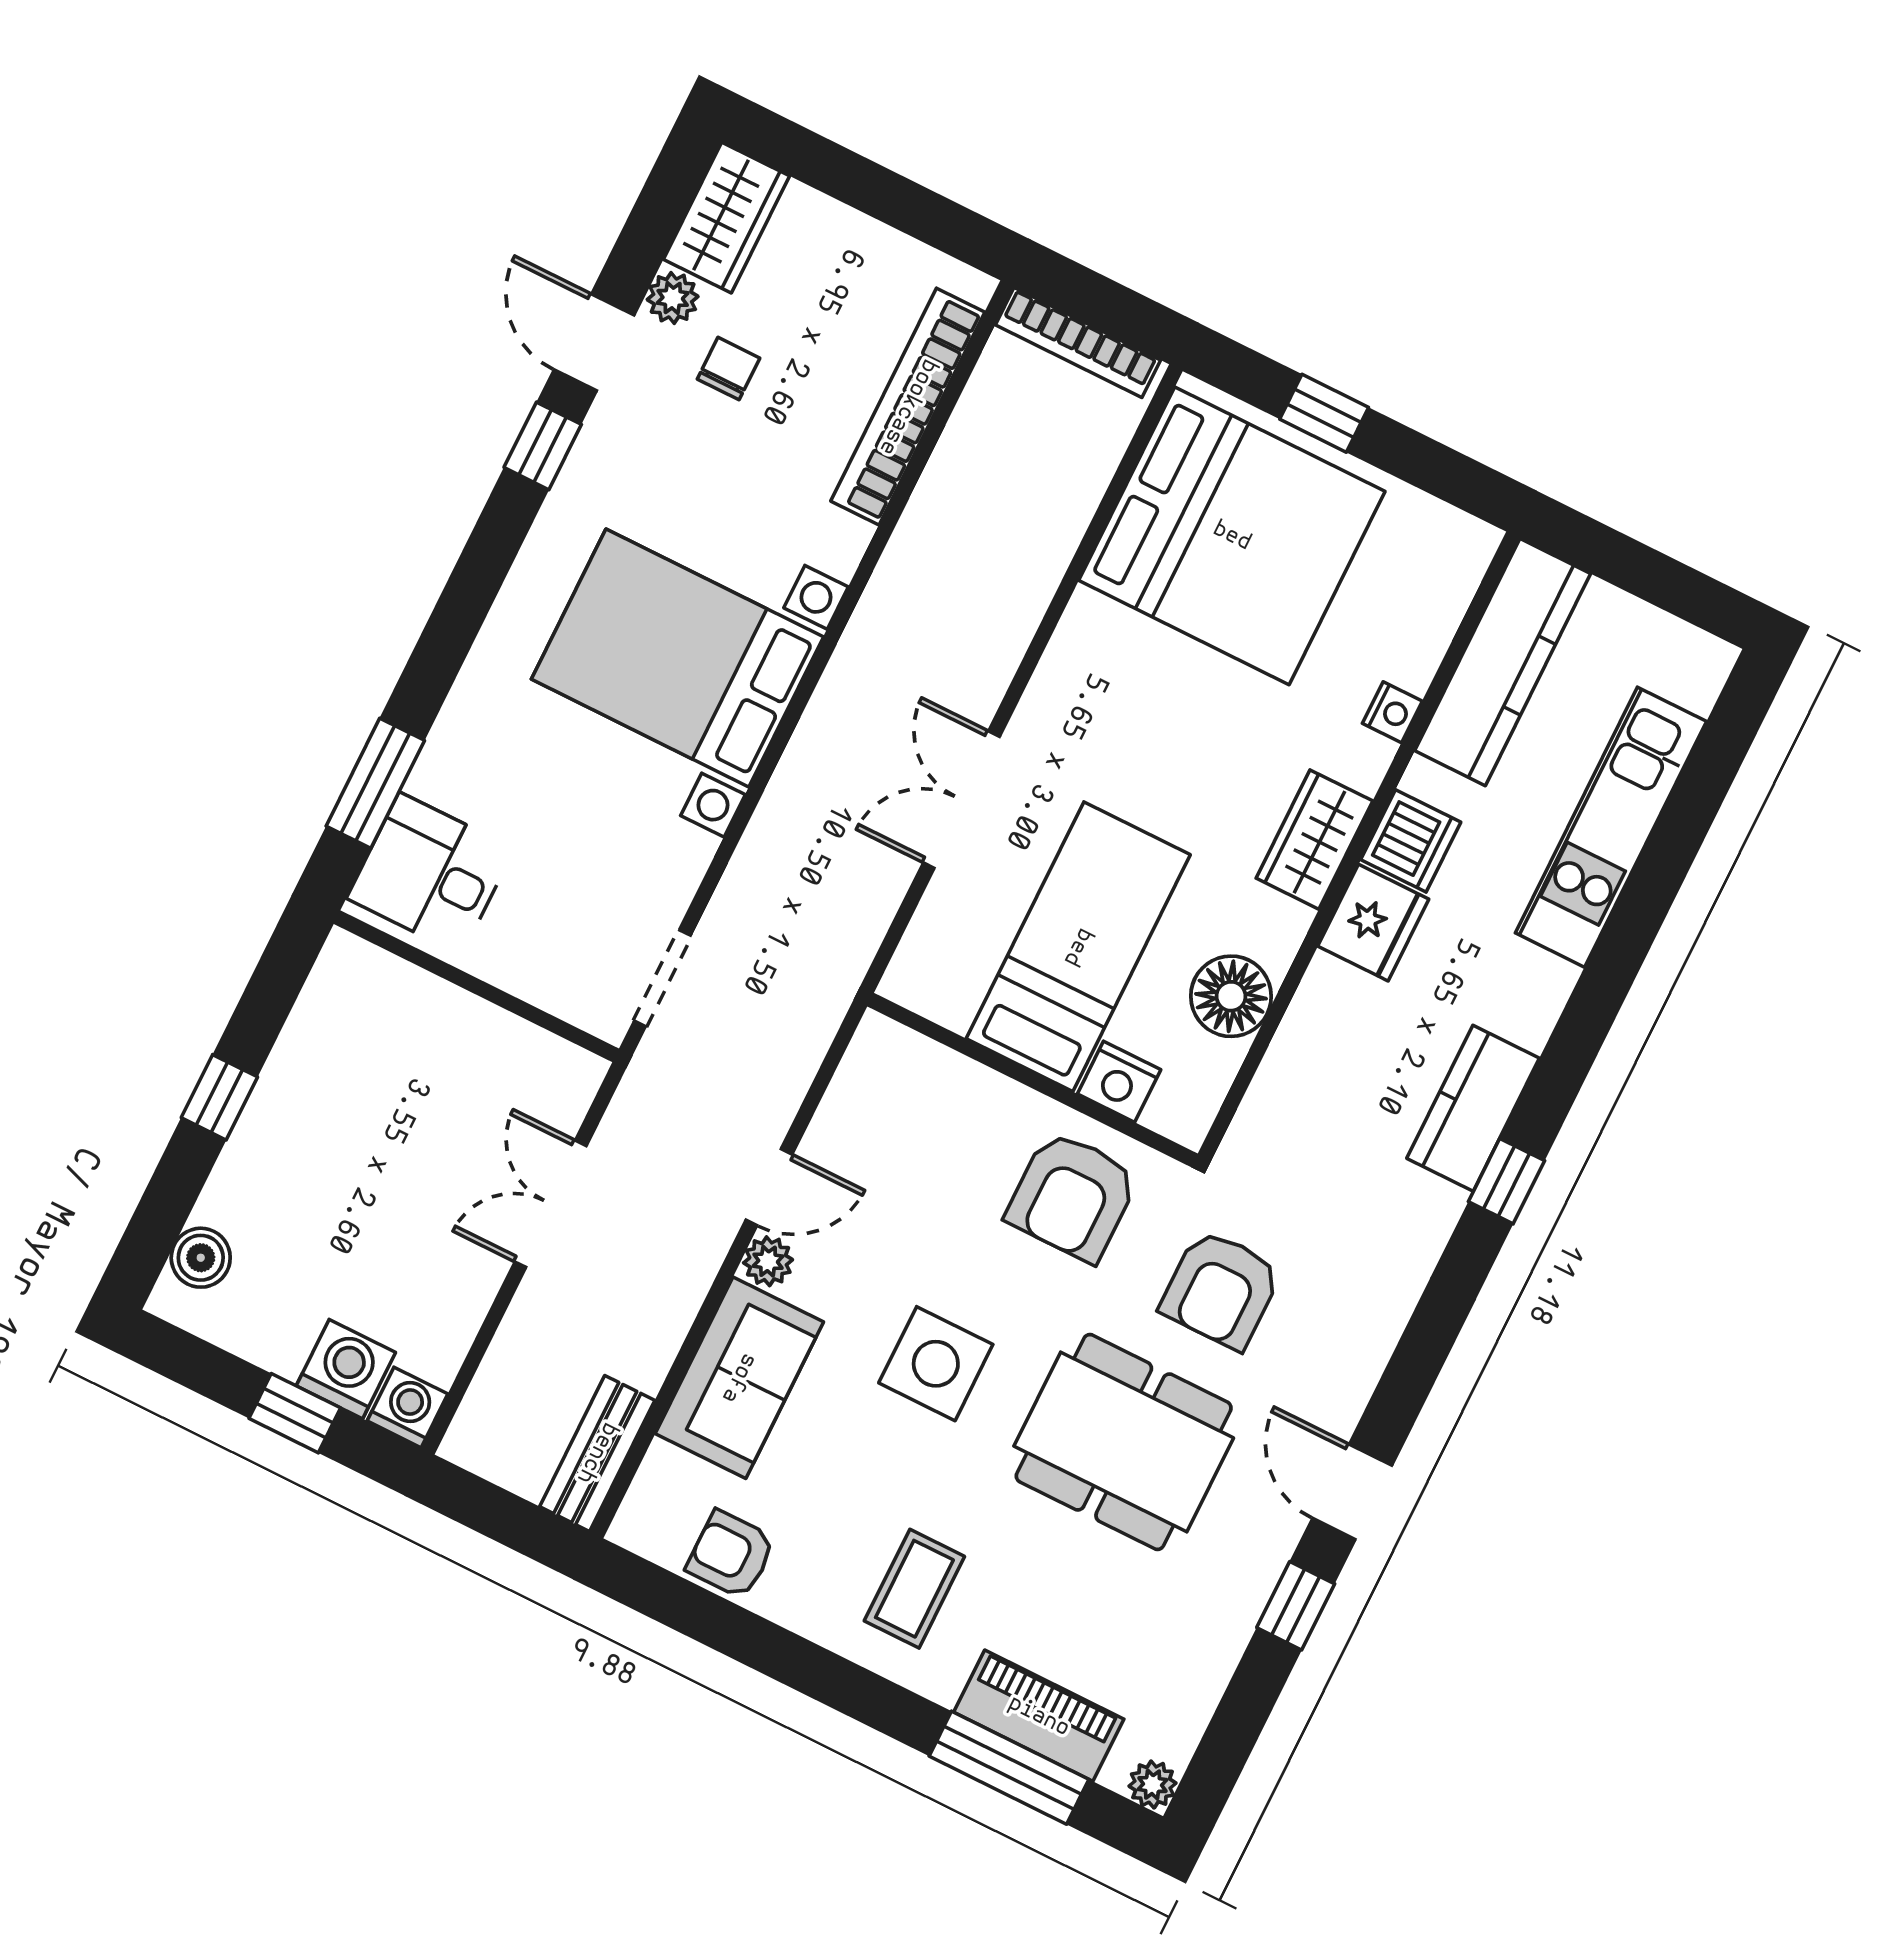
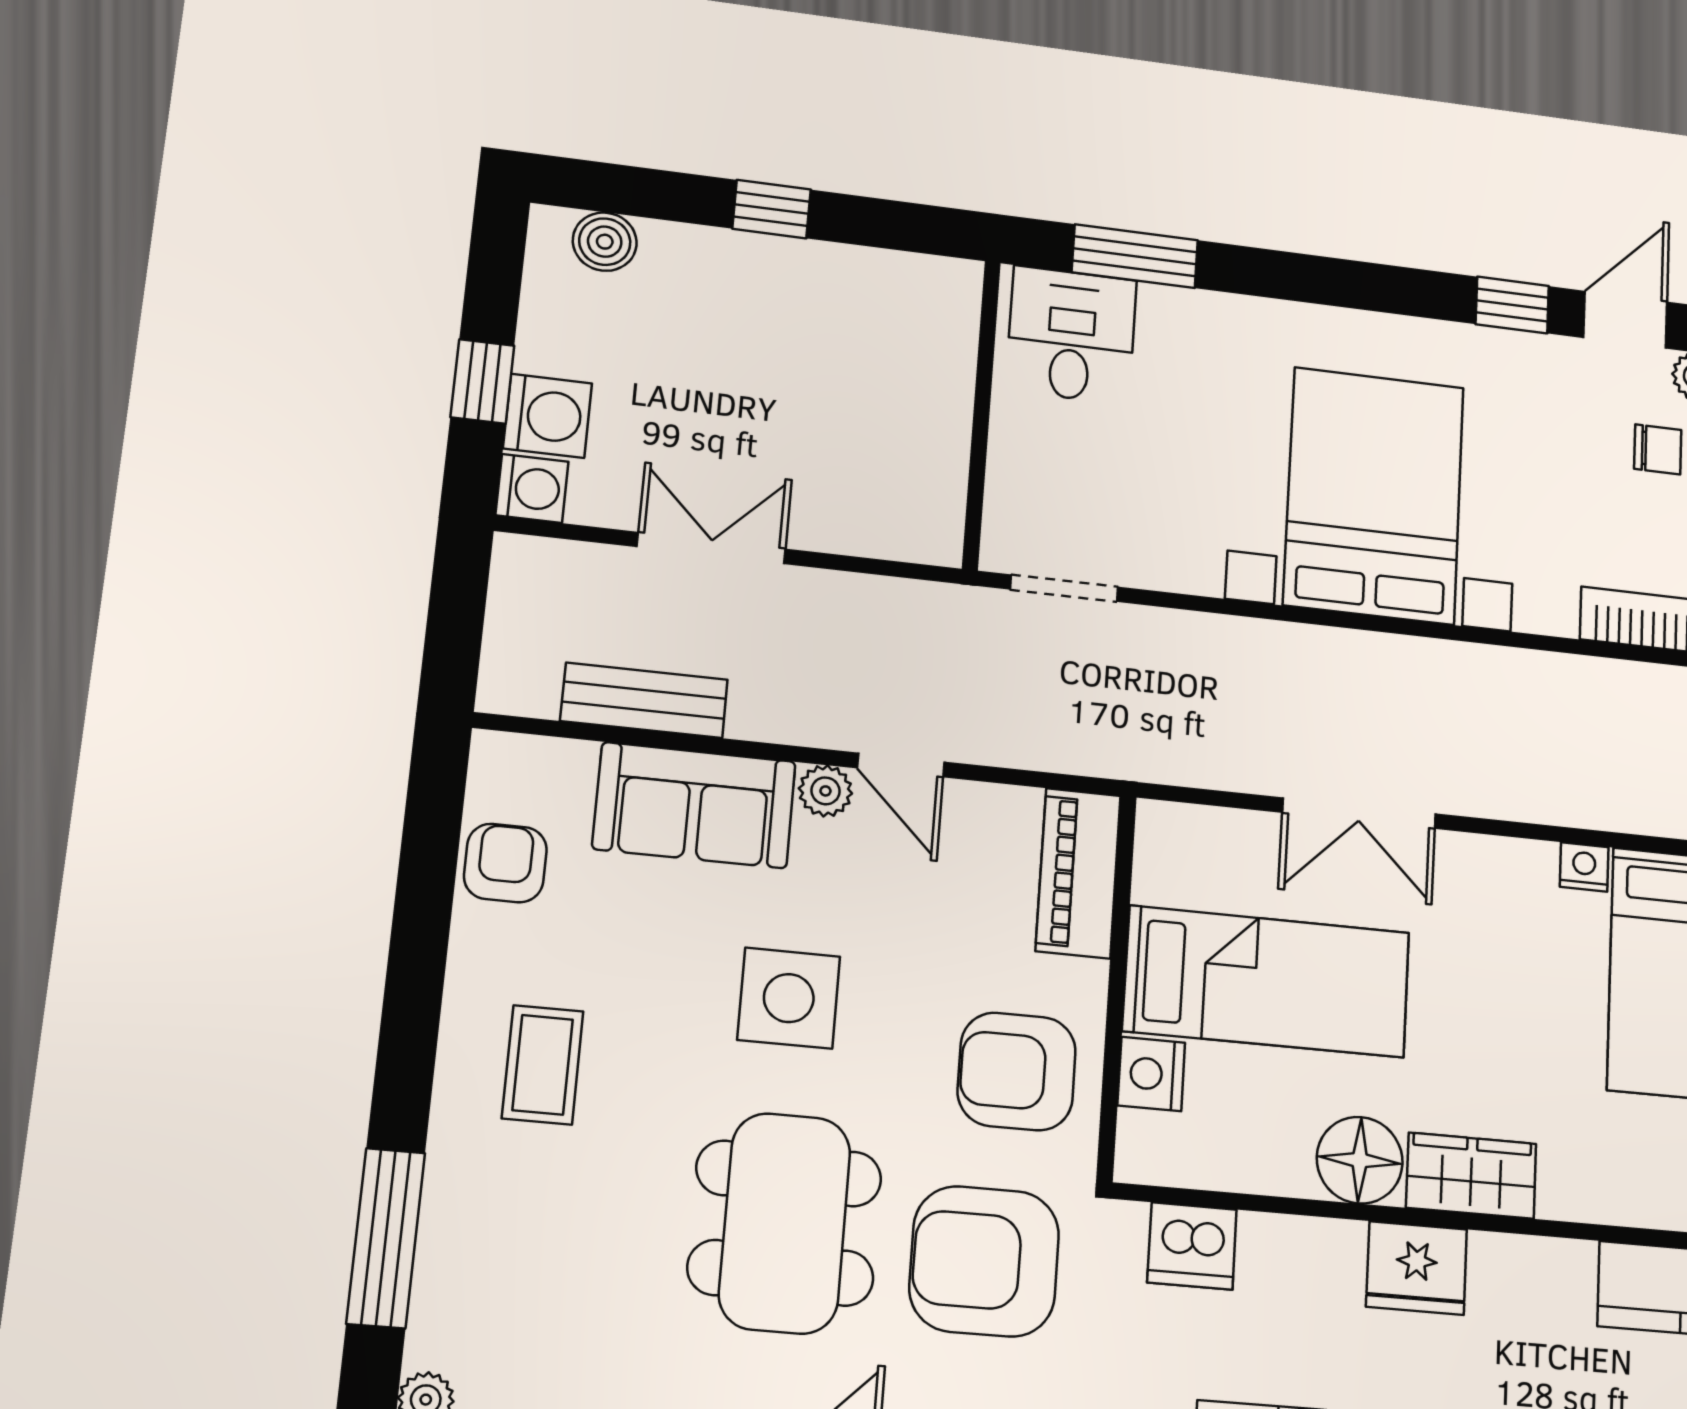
nightstand: (1392, 712) -> (1584, 867), moved, turned 180
double door: (961, 800) -> (1359, 813), swing flipped
dishwasher: (1411, 841) -> (1192, 1246), moved
floor lamp: (1231, 996) -> (1360, 1160), moved
double door: (551, 1204) -> (711, 548), moved
armchair: (1221, 1289) -> (984, 1261), width x1.36, depth x1.36
bench: (597, 1453) -> (644, 700), moved
coffee table: (914, 1589) -> (543, 1065), turned 90
piano: (1039, 1716) -> (1078, 873), moved, turned 180

